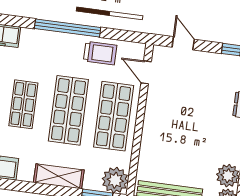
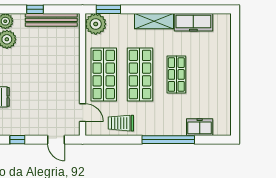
window: (68, 28) -> (168, 140), moved
shelving: (59, 176) -> (154, 21), moved

